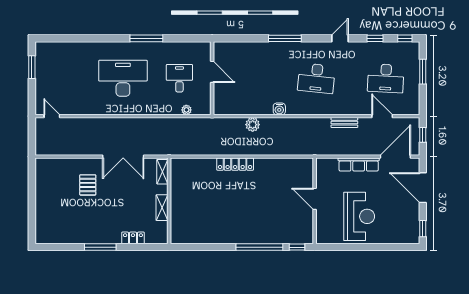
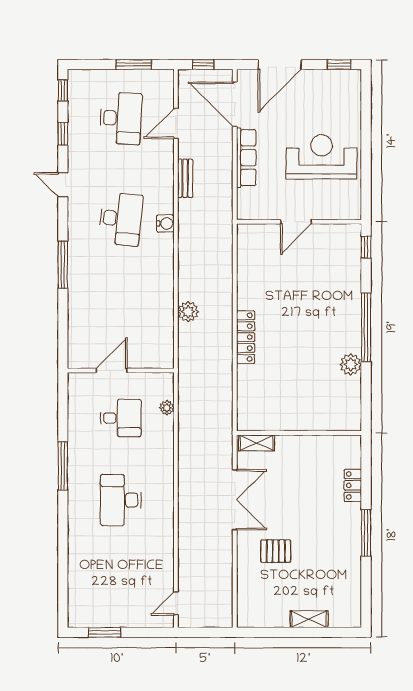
window: (423, 72) -> (134, 65), moved
desk: (123, 78) -> (121, 500), width x0.73, depth x0.77
desk: (179, 78) -> (121, 418), turned 180
water cooler: (279, 109) -> (165, 223), moved
shelving: (162, 208) -> (309, 619), moved
plant: (216, 237) -> (351, 364), added
window: (259, 247) -> (366, 327), moved

